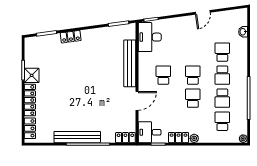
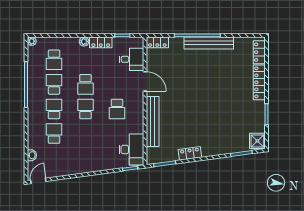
door: (203, 12) -> (38, 181), moved
locker: (71, 37) -> (190, 153), moved
school desk: (222, 52) -> (54, 134), turned 180
shower: (32, 75) -> (257, 141), moved
school desk: (193, 75) -> (85, 109), turned 180
door: (137, 101) -> (145, 81), swing flipped
desk: (150, 132) -> (132, 59), moved

